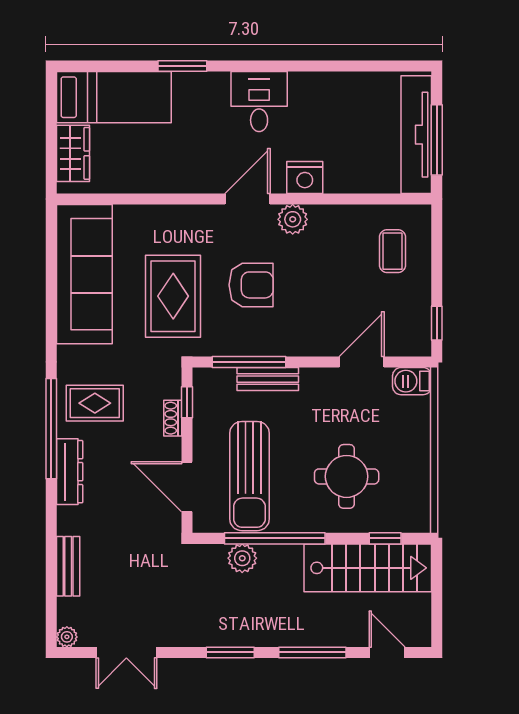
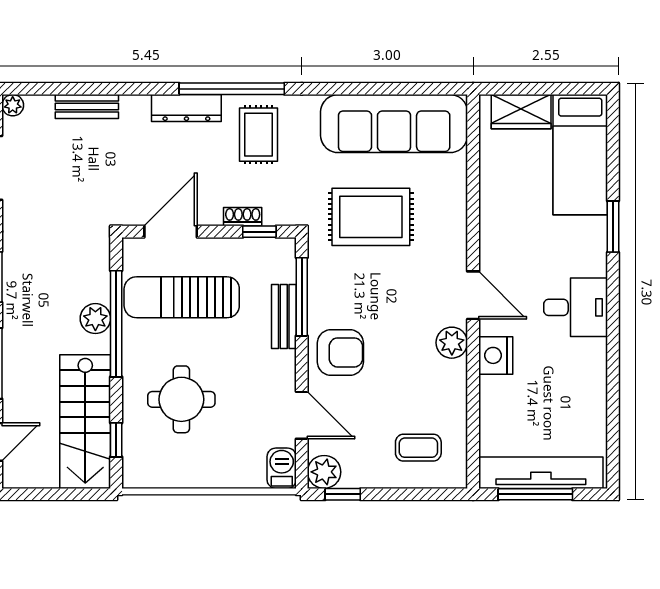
armchair: (251, 285) -> (340, 352), moved, turned -90
plant: (416, 341) -> (324, 472), added
plant: (242, 558) -> (95, 319), moved

